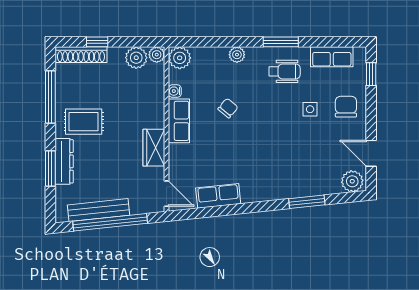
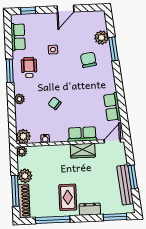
window: (97, 42) -> (15, 191), width x2.17
plant: (136, 58) -> (25, 176), moved
chair: (346, 107) -> (88, 60), moved, turned 81
row of seats: (179, 121) -> (82, 134), moved
door: (371, 153) -> (65, 9), moved
dresser: (64, 161) -> (90, 209), width x0.70
window: (50, 169) -> (115, 217), moved
plant: (352, 181) -> (101, 38), moved
window: (110, 222) -> (133, 177), width x0.47

